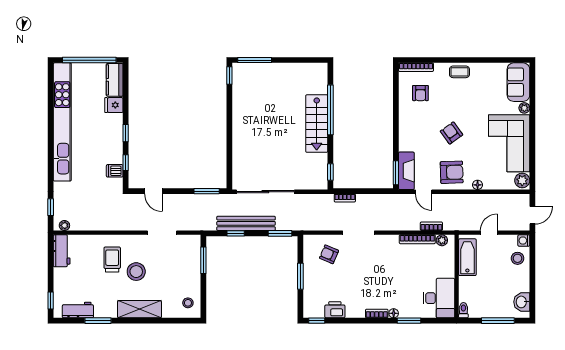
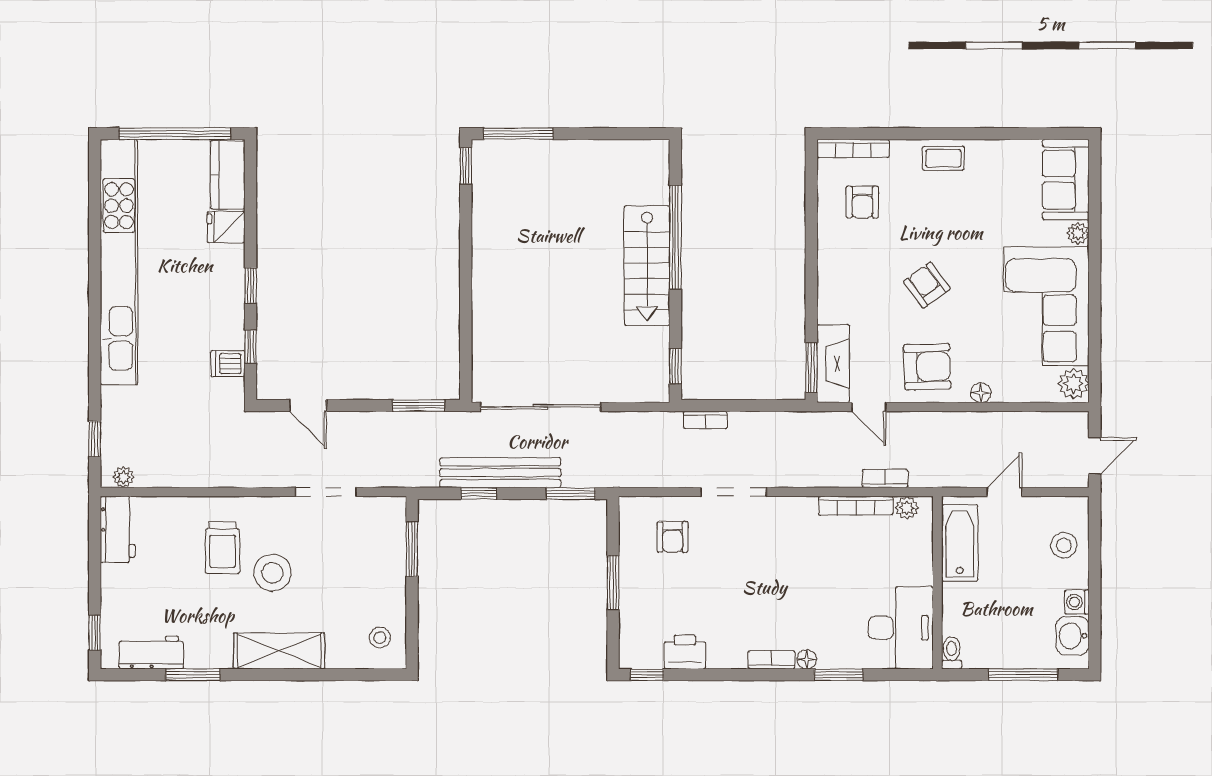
washing machine: (524, 241) -> (1077, 602), moved
armchair: (329, 254) -> (673, 537), turned -113
trolley: (112, 259) -> (223, 548), turned 180

